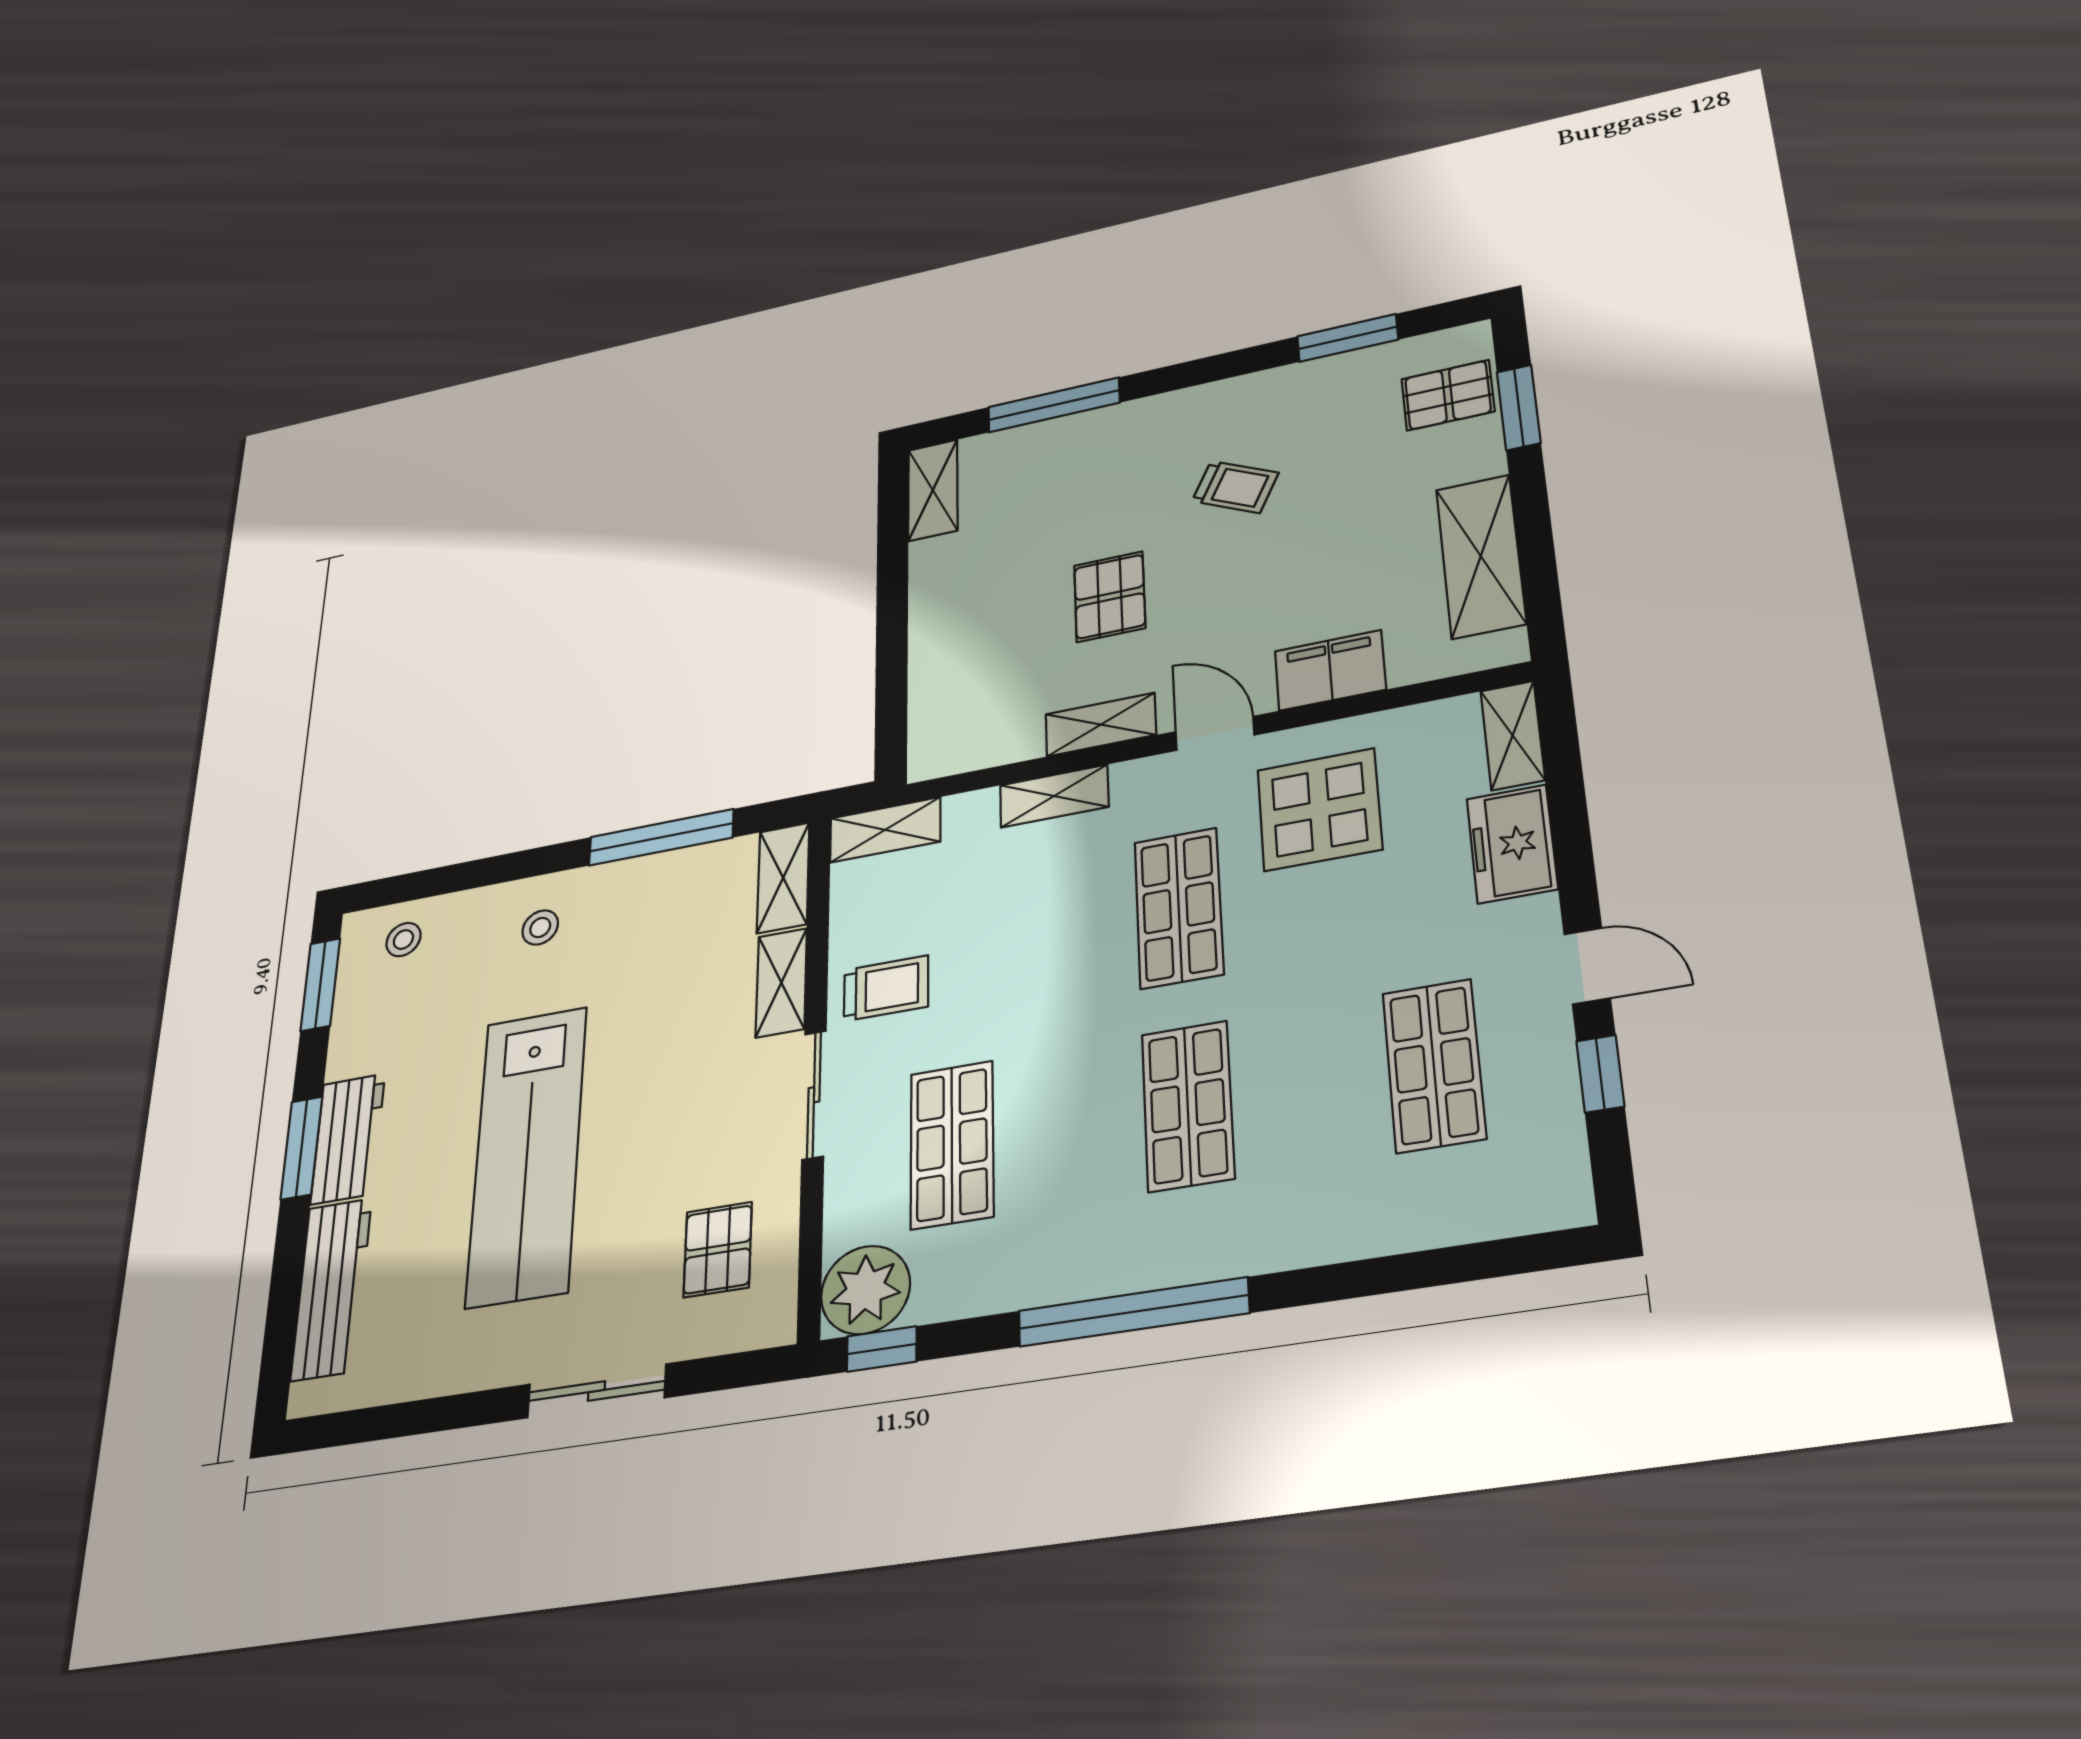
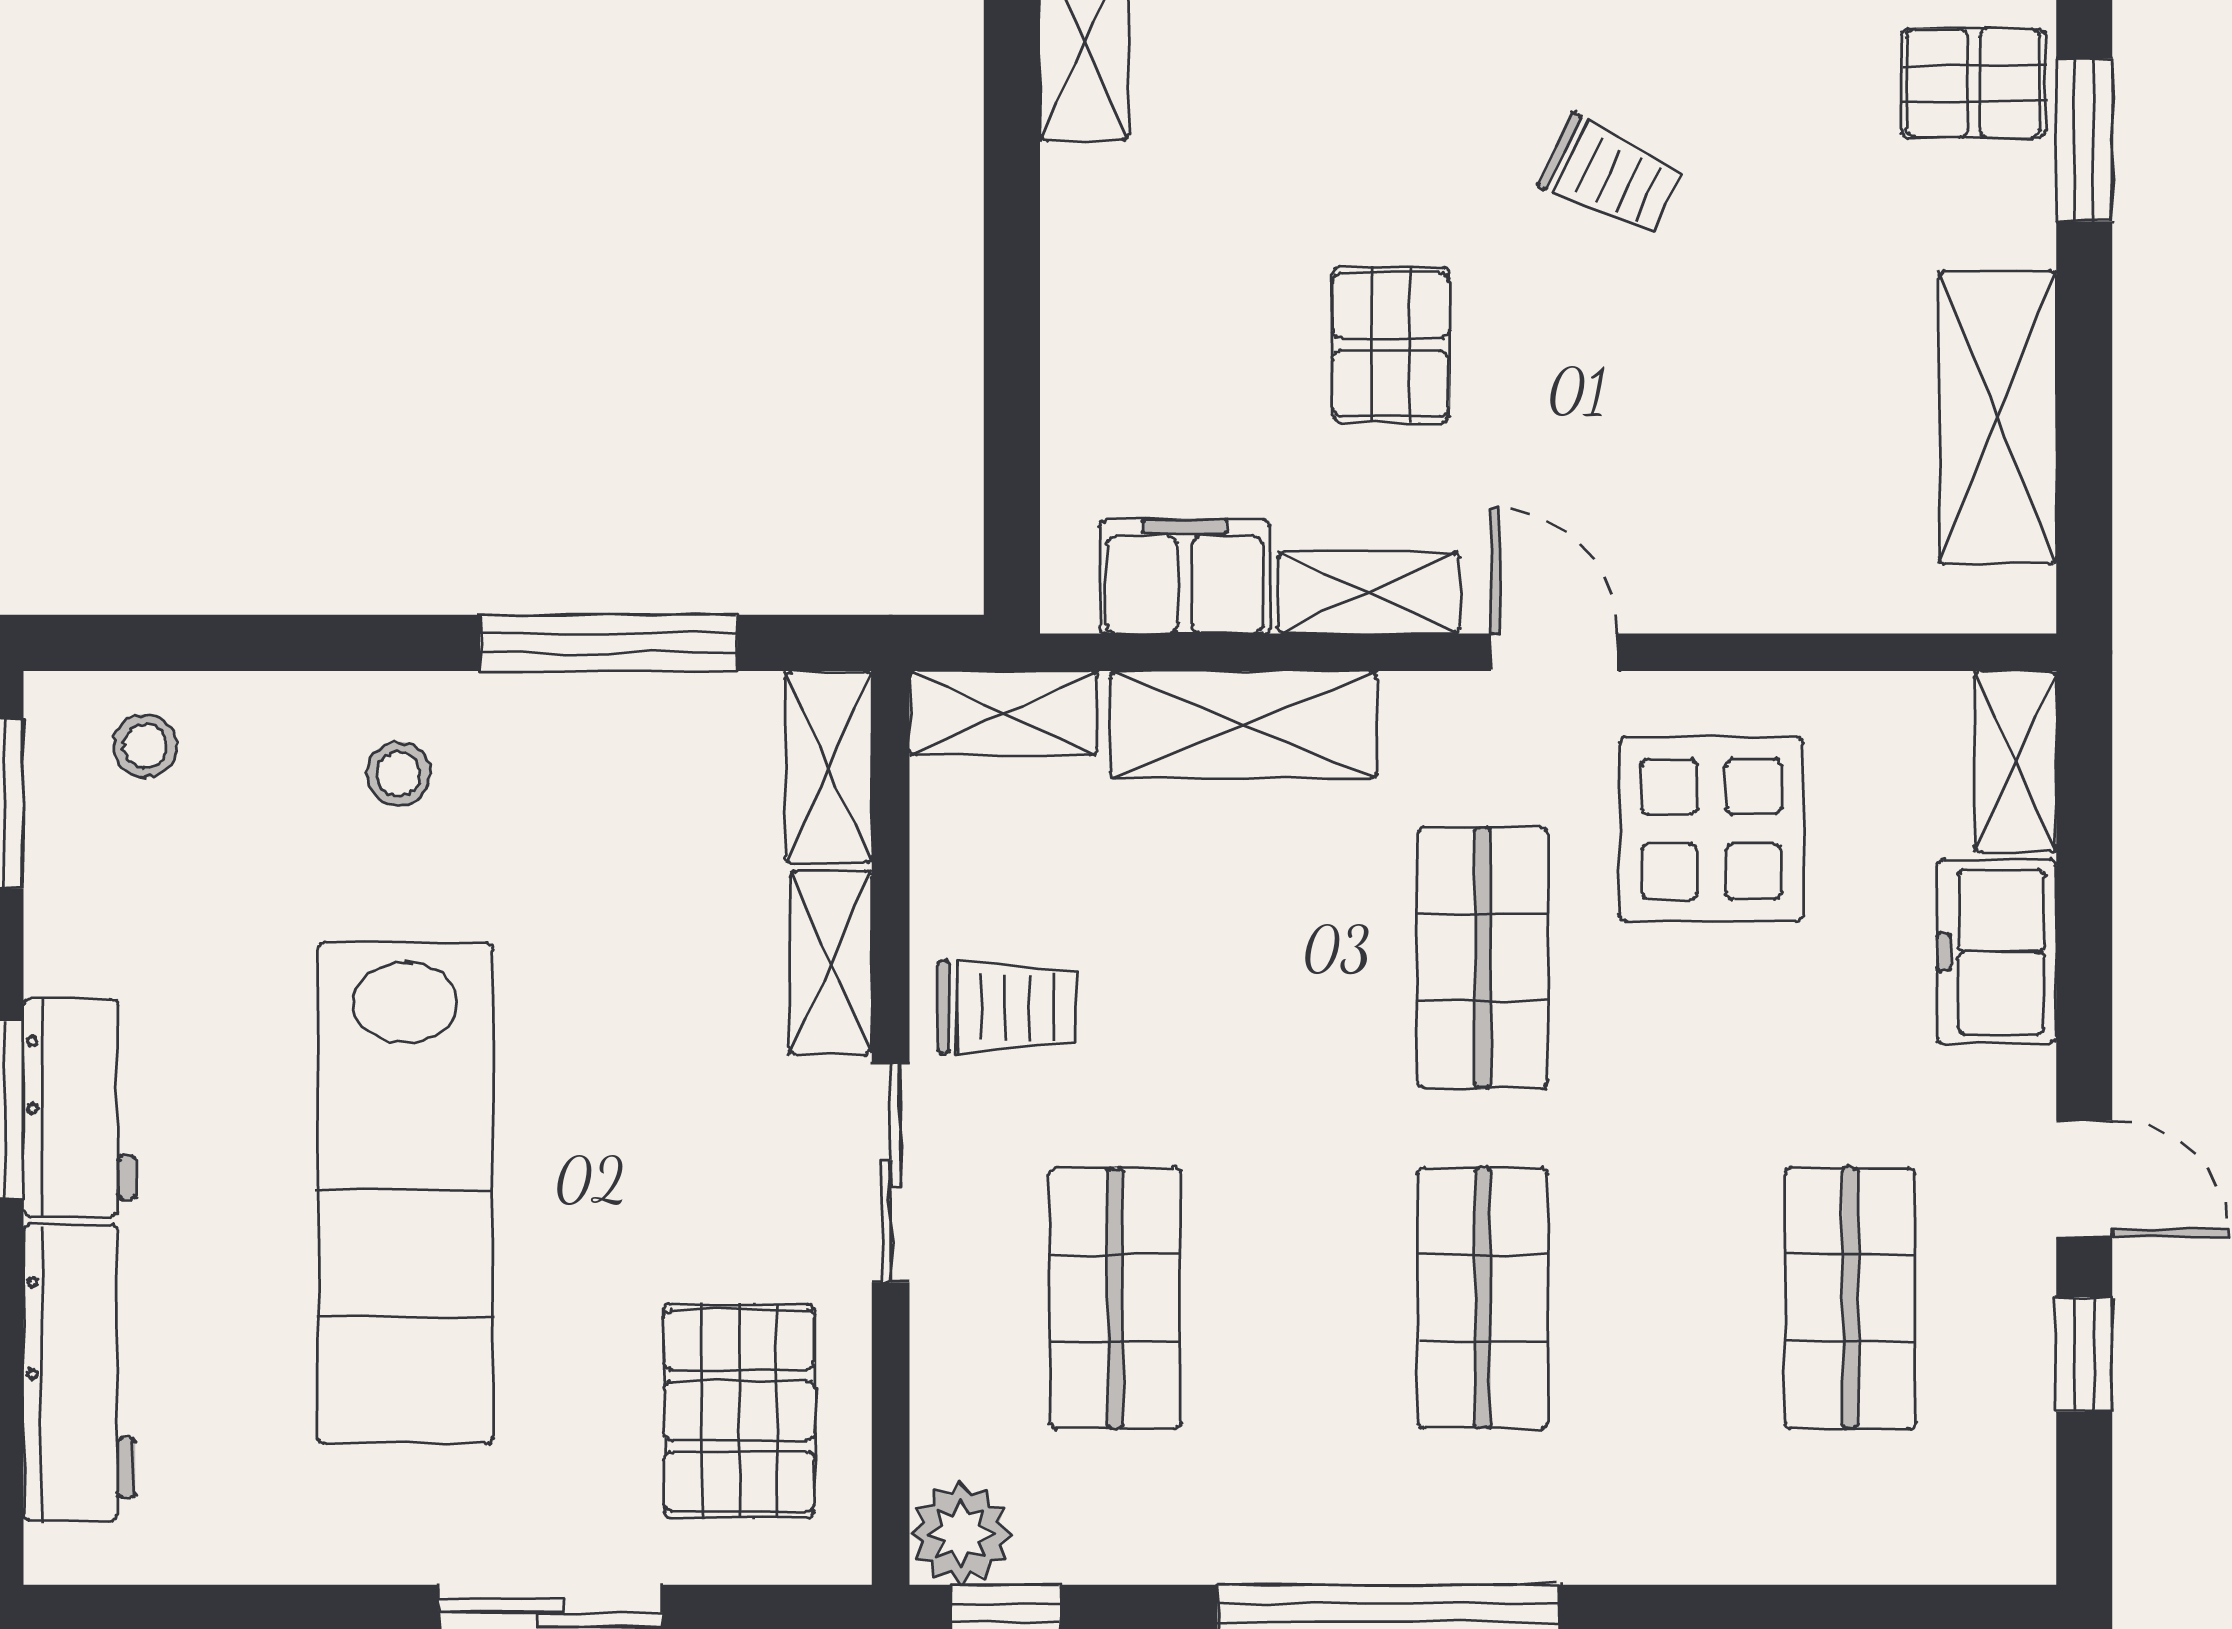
filing cabinet: (1330, 670) -> (1185, 577), moved
shelving: (1054, 796) -> (1244, 724), width x1.50, depth x1.33
pallet: (718, 1250) -> (739, 1411), width x1.50, depth x1.42
plant: (865, 1290) -> (961, 1533), width x0.73, depth x0.73

